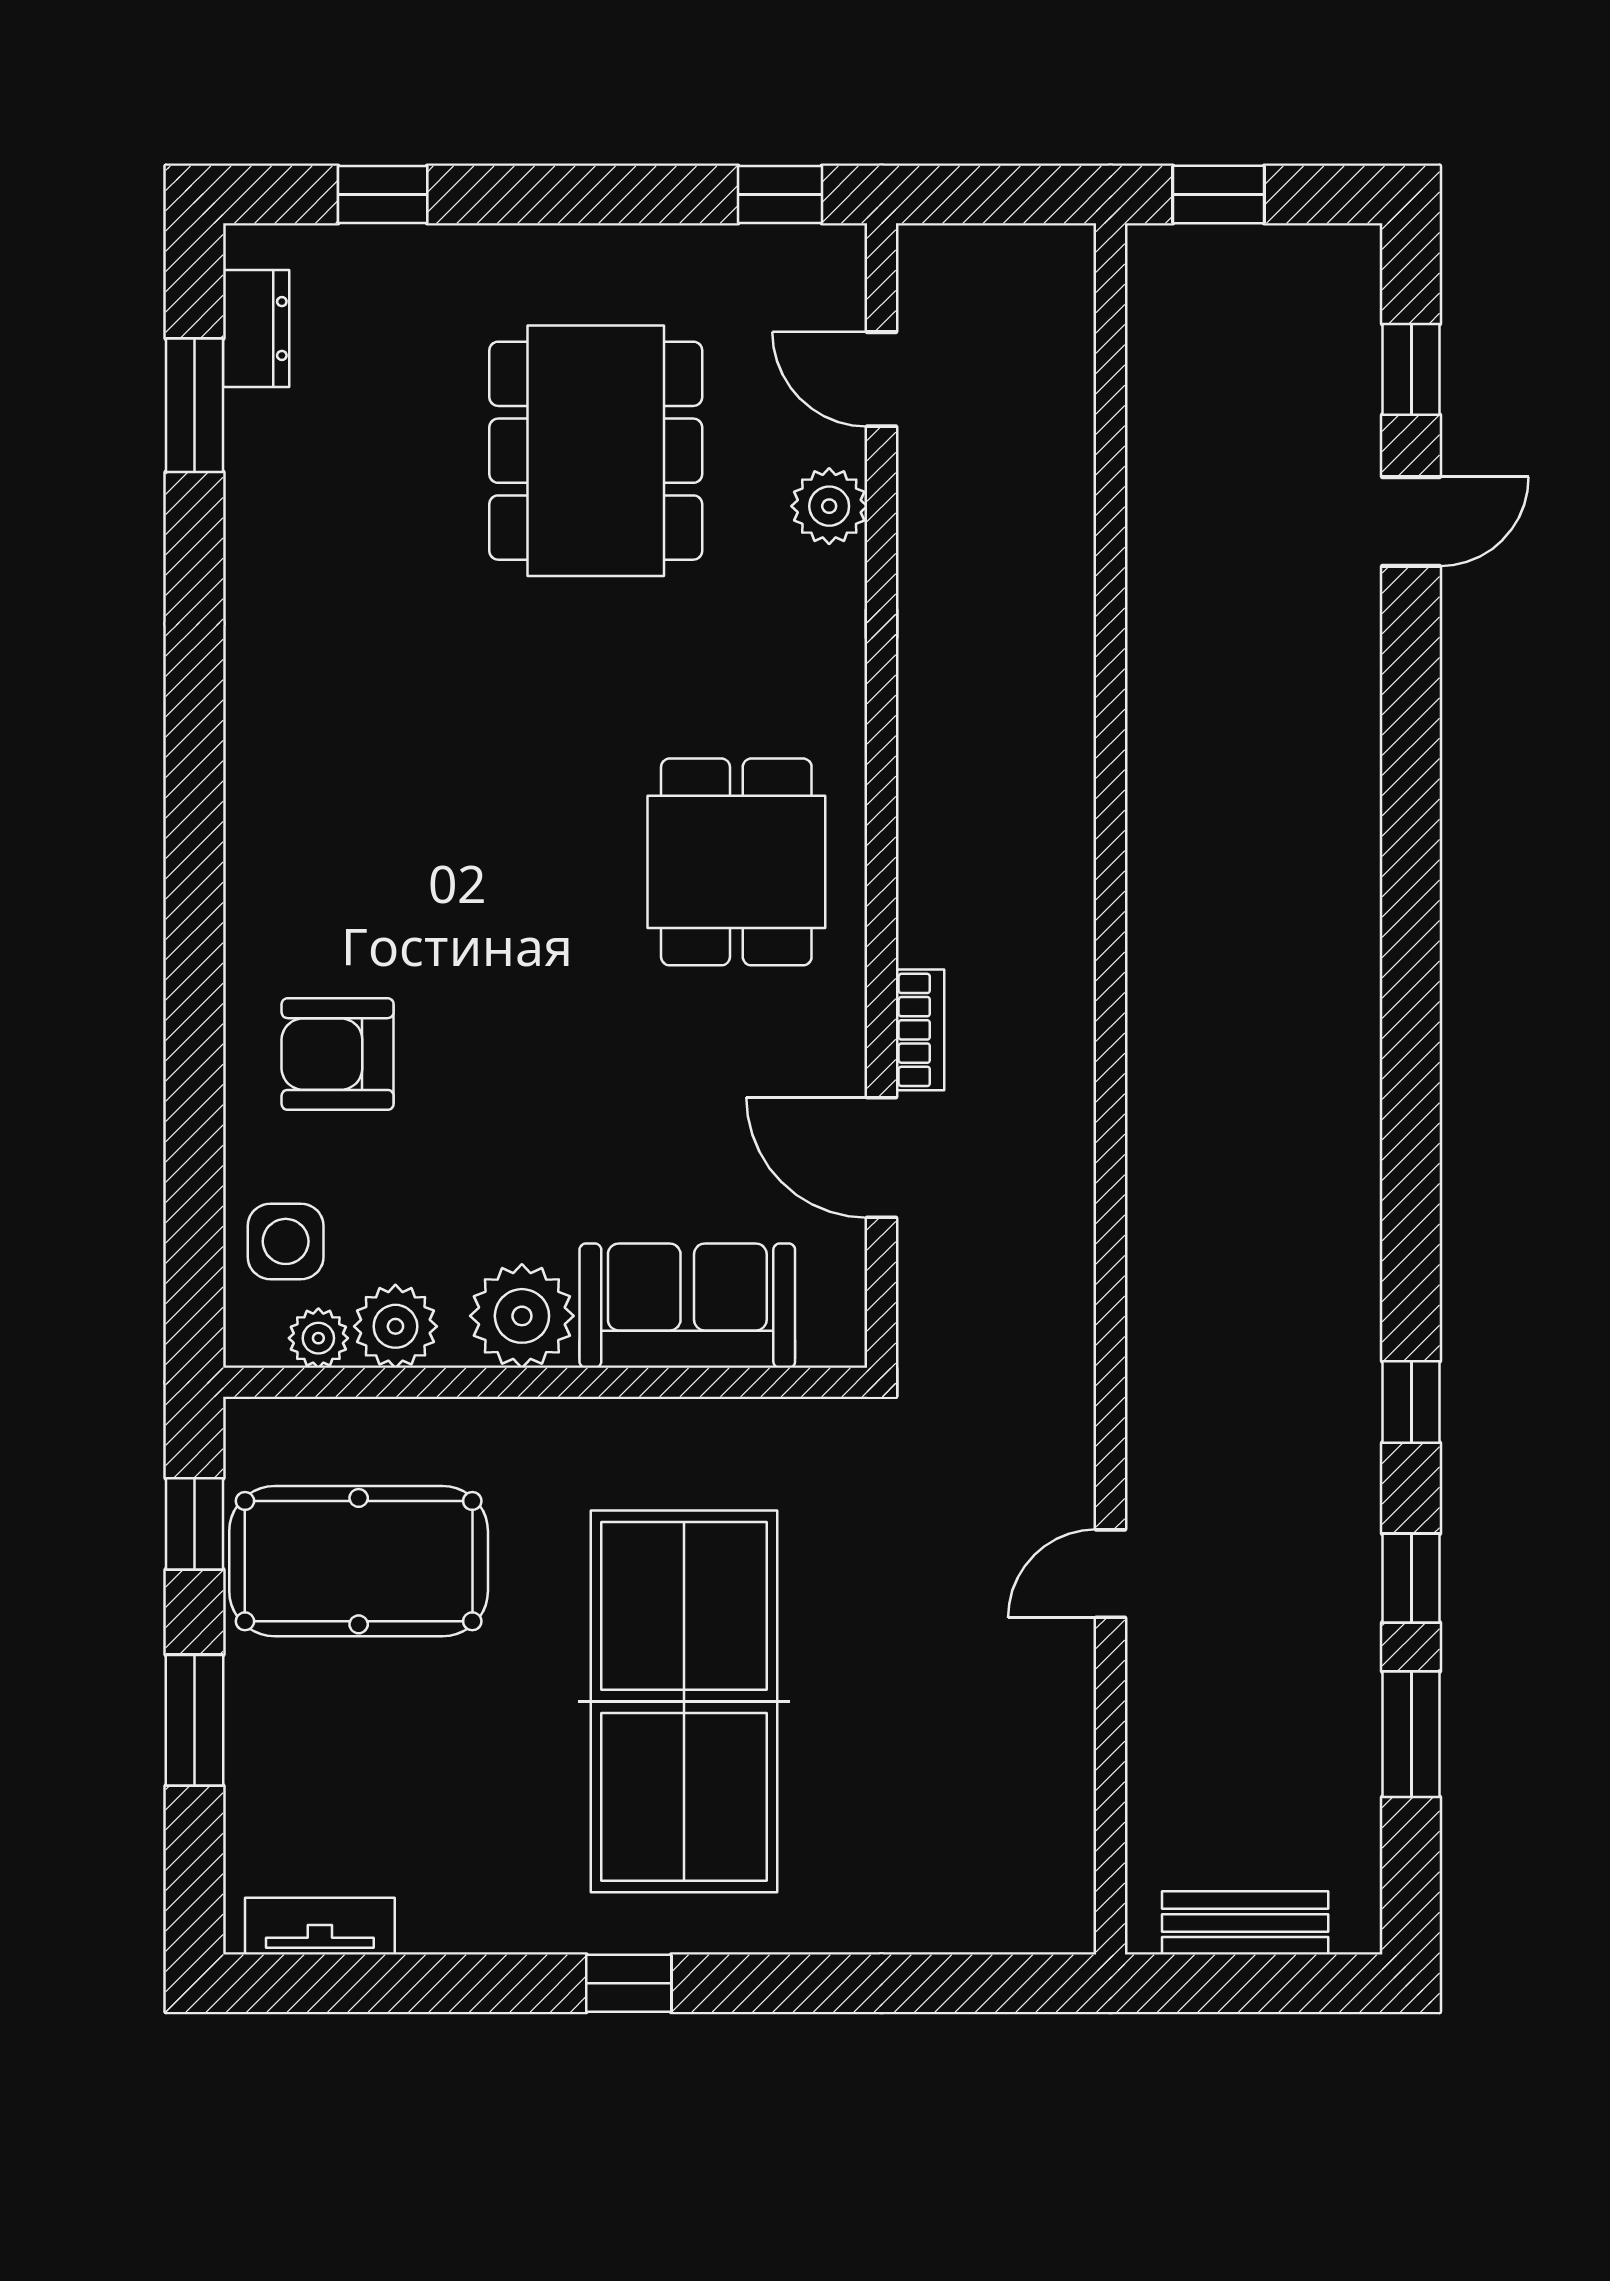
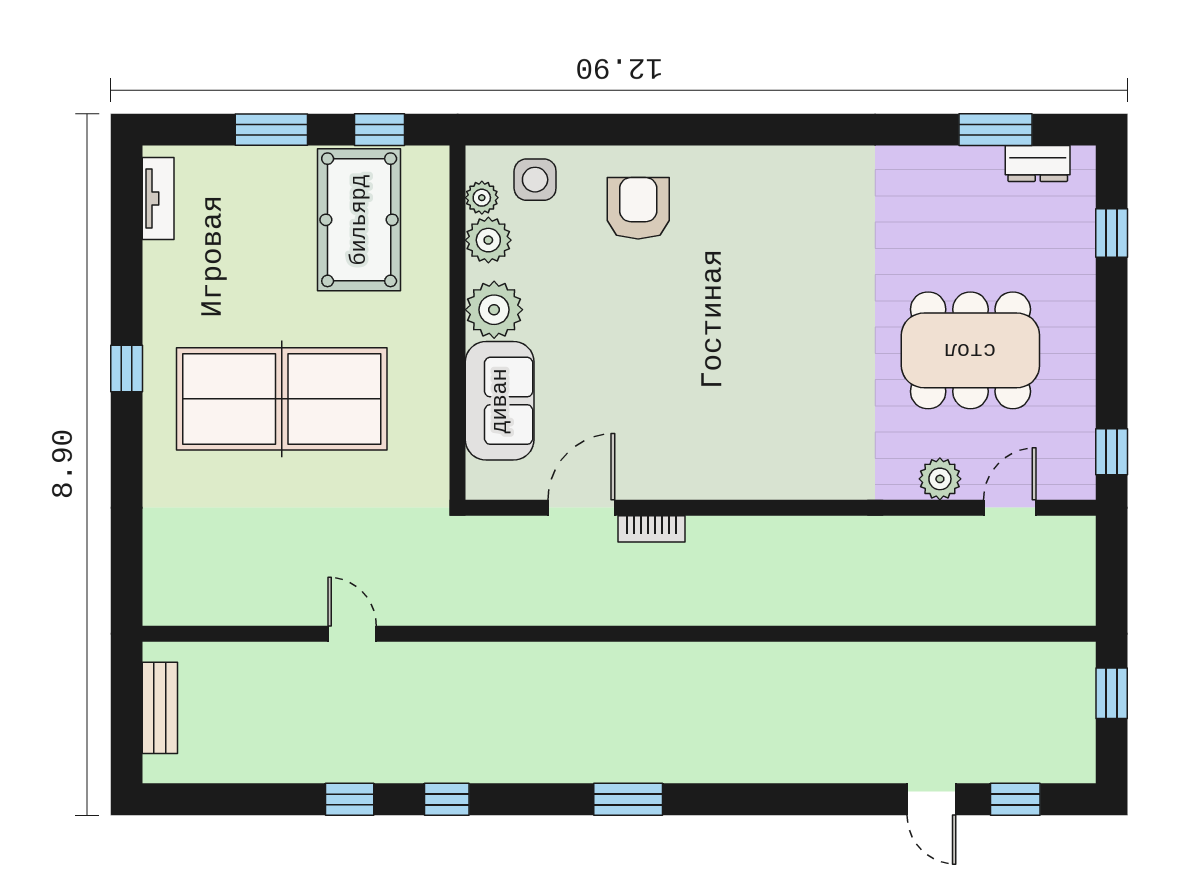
dining table: (736, 862) -> (744, 428), removed
window: (1411, 1734) -> (628, 799), moved

